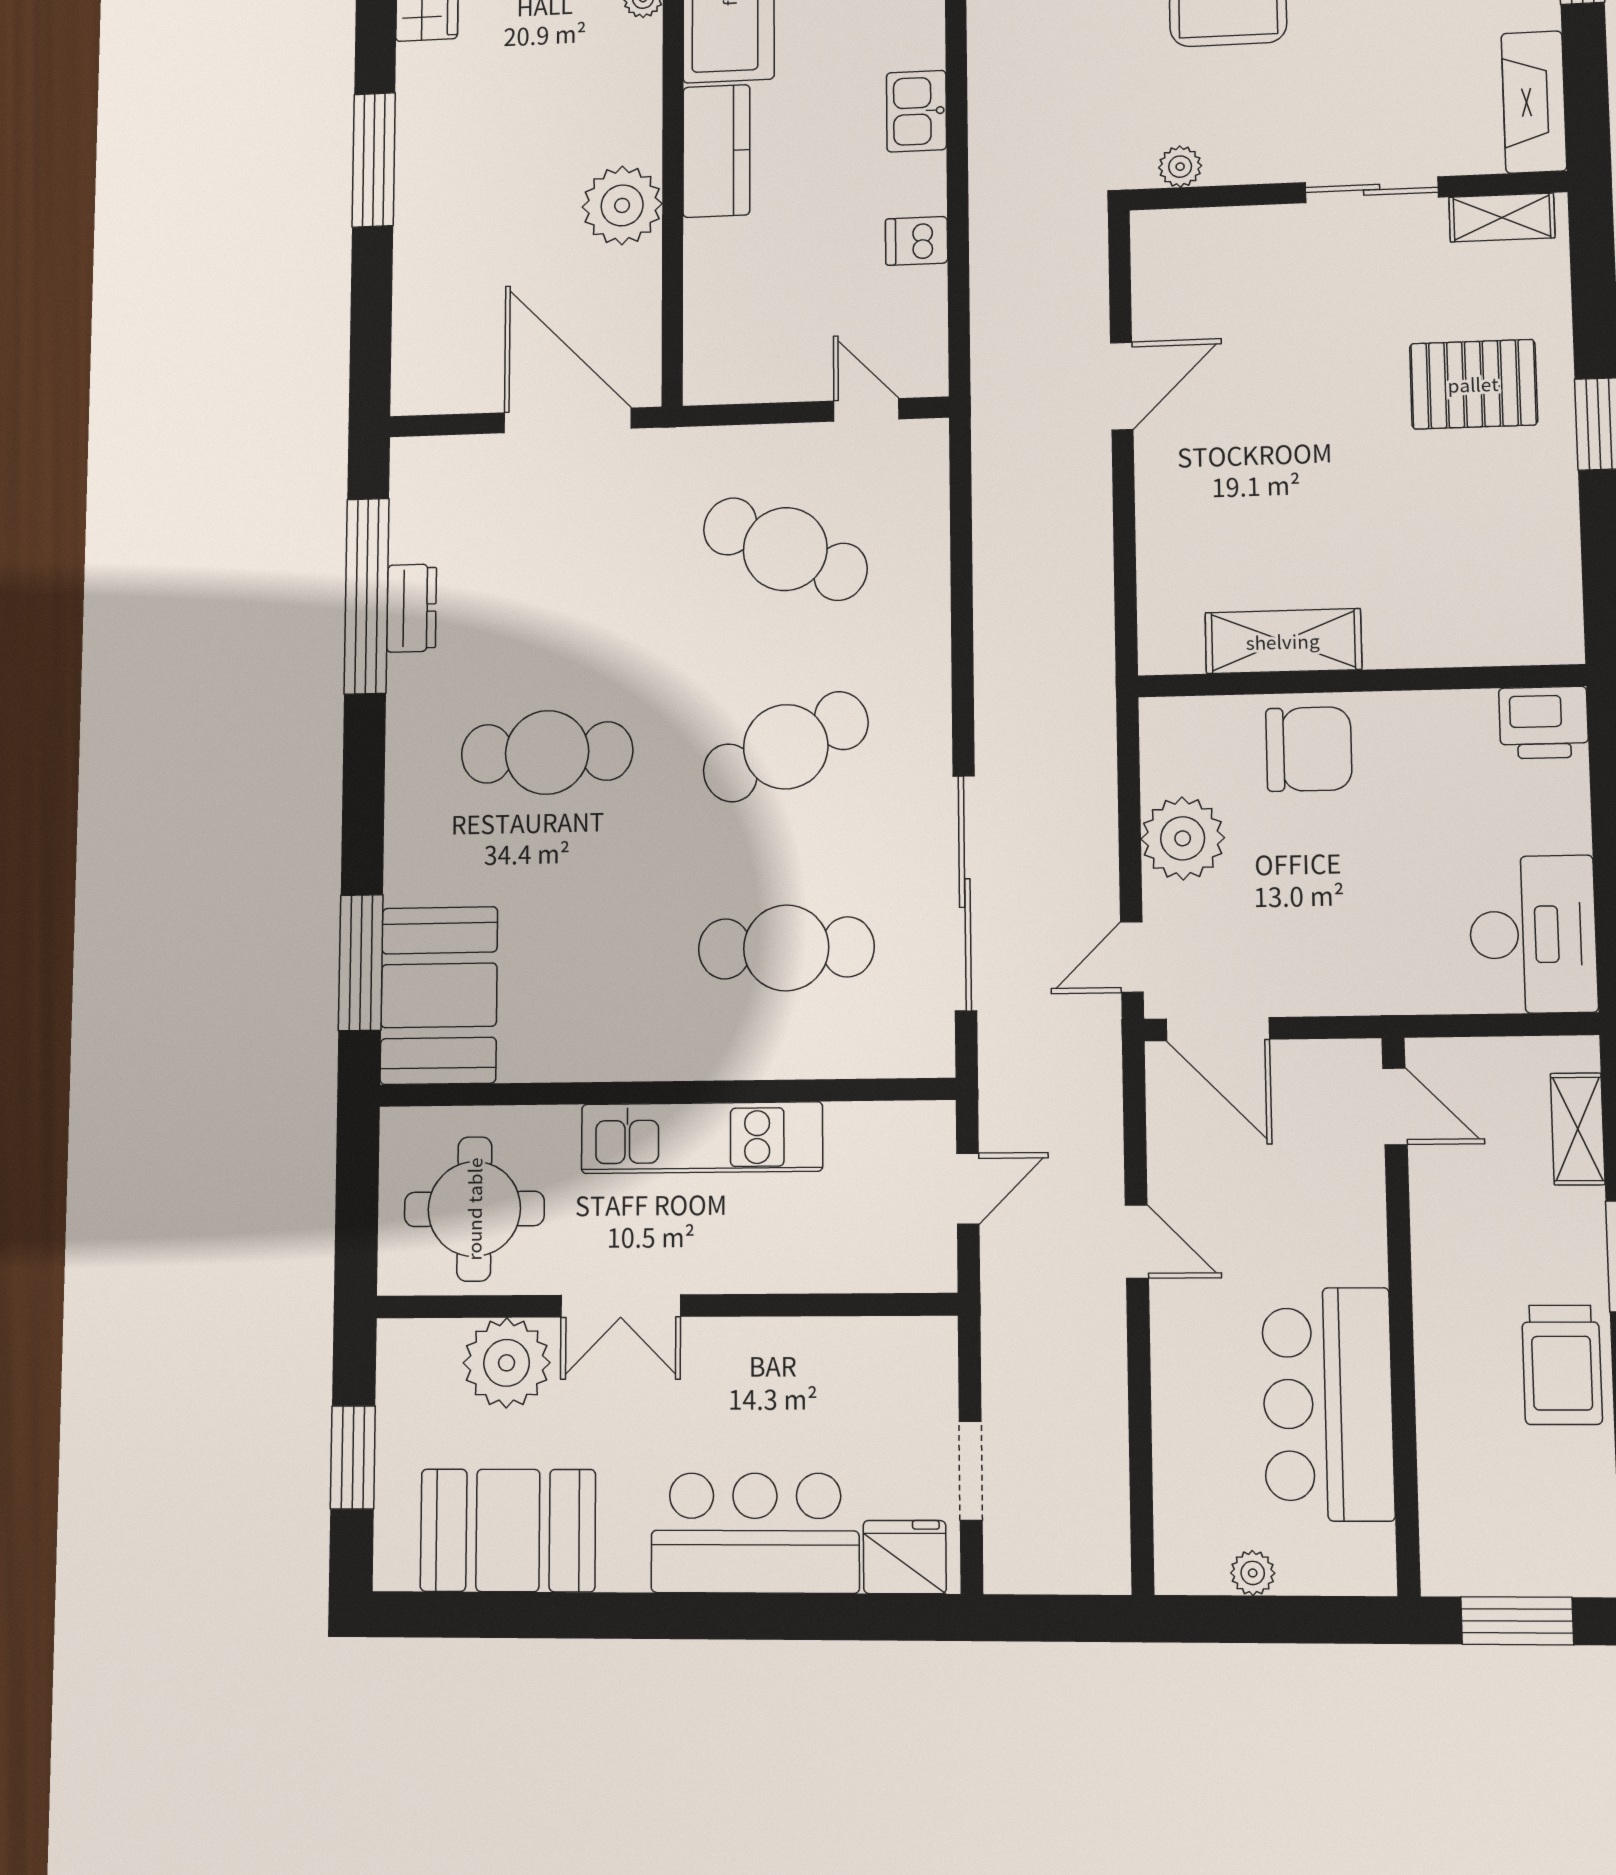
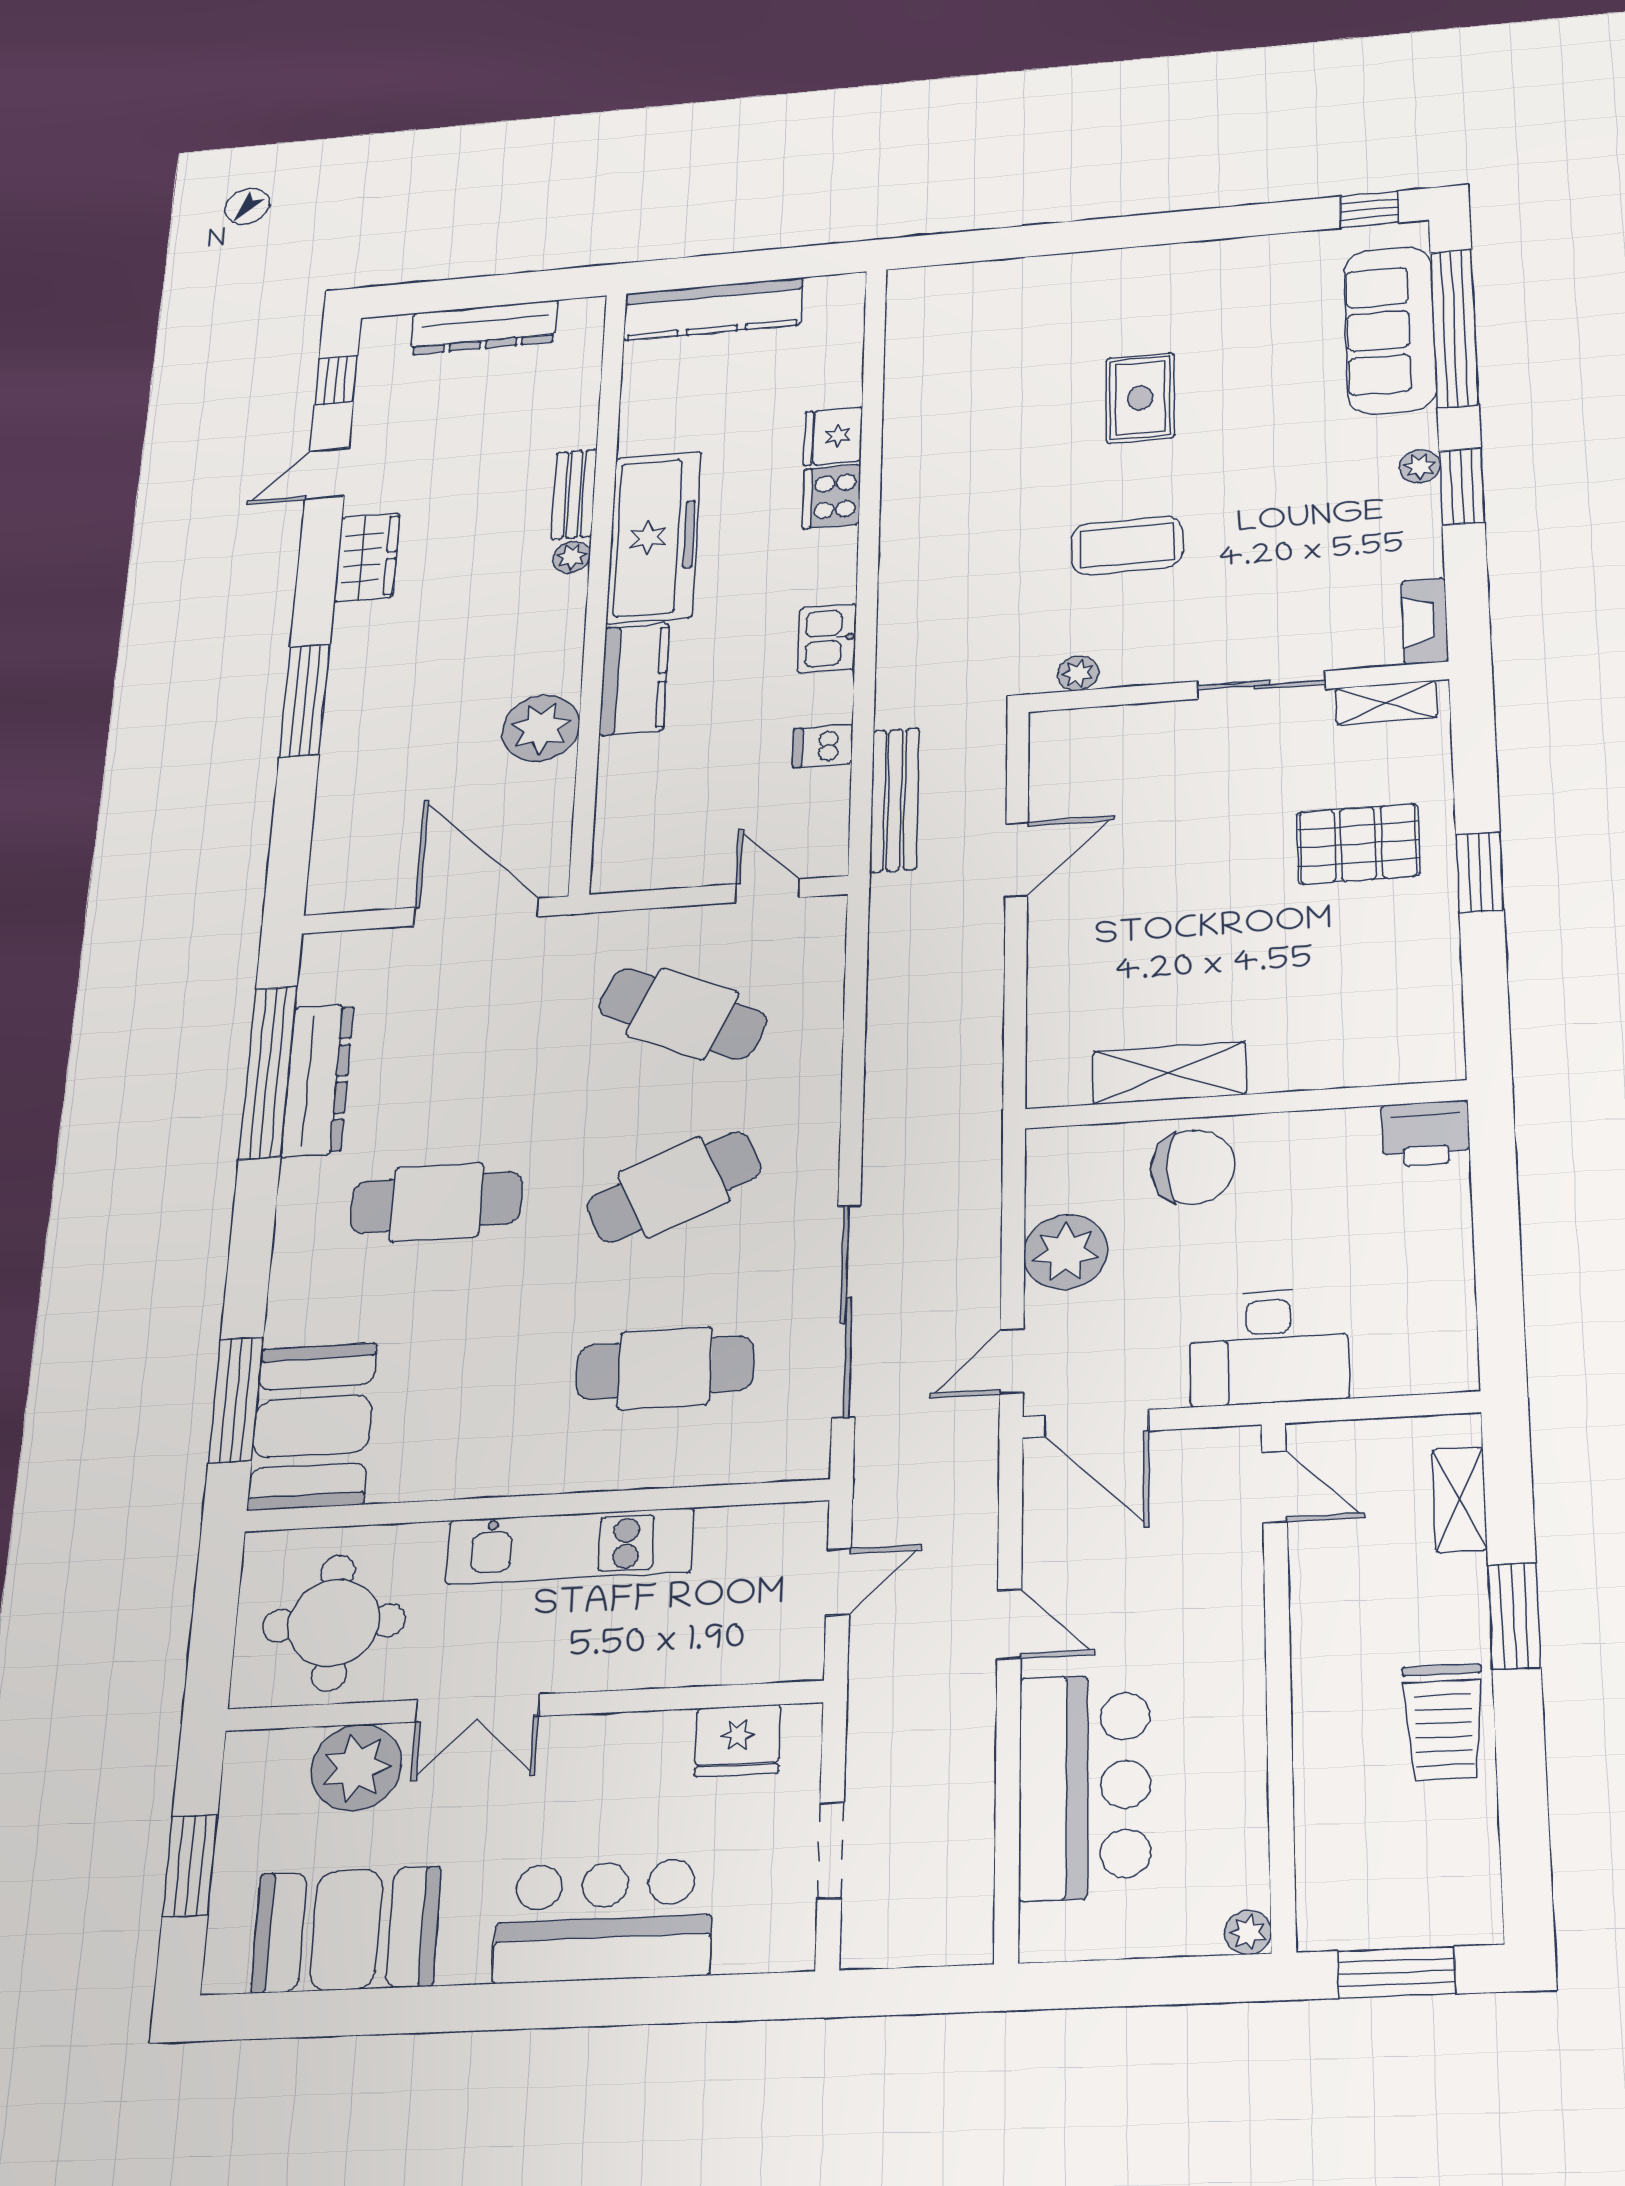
fireplace: (1534, 102) -> (1425, 621), width x0.73, depth x0.76
bench: (994, 309) -> (895, 800), added
dresser: (411, 608) -> (317, 1080), width x1.96, depth x1.24
desk: (1533, 934) -> (1269, 1347), moved, turned 90
bar counter: (1328, 1404) -> (1085, 1786), moved, turned 180
fridge: (905, 1557) -> (738, 1741), moved, turned 180
plant: (1253, 1573) -> (1248, 1932), moved

